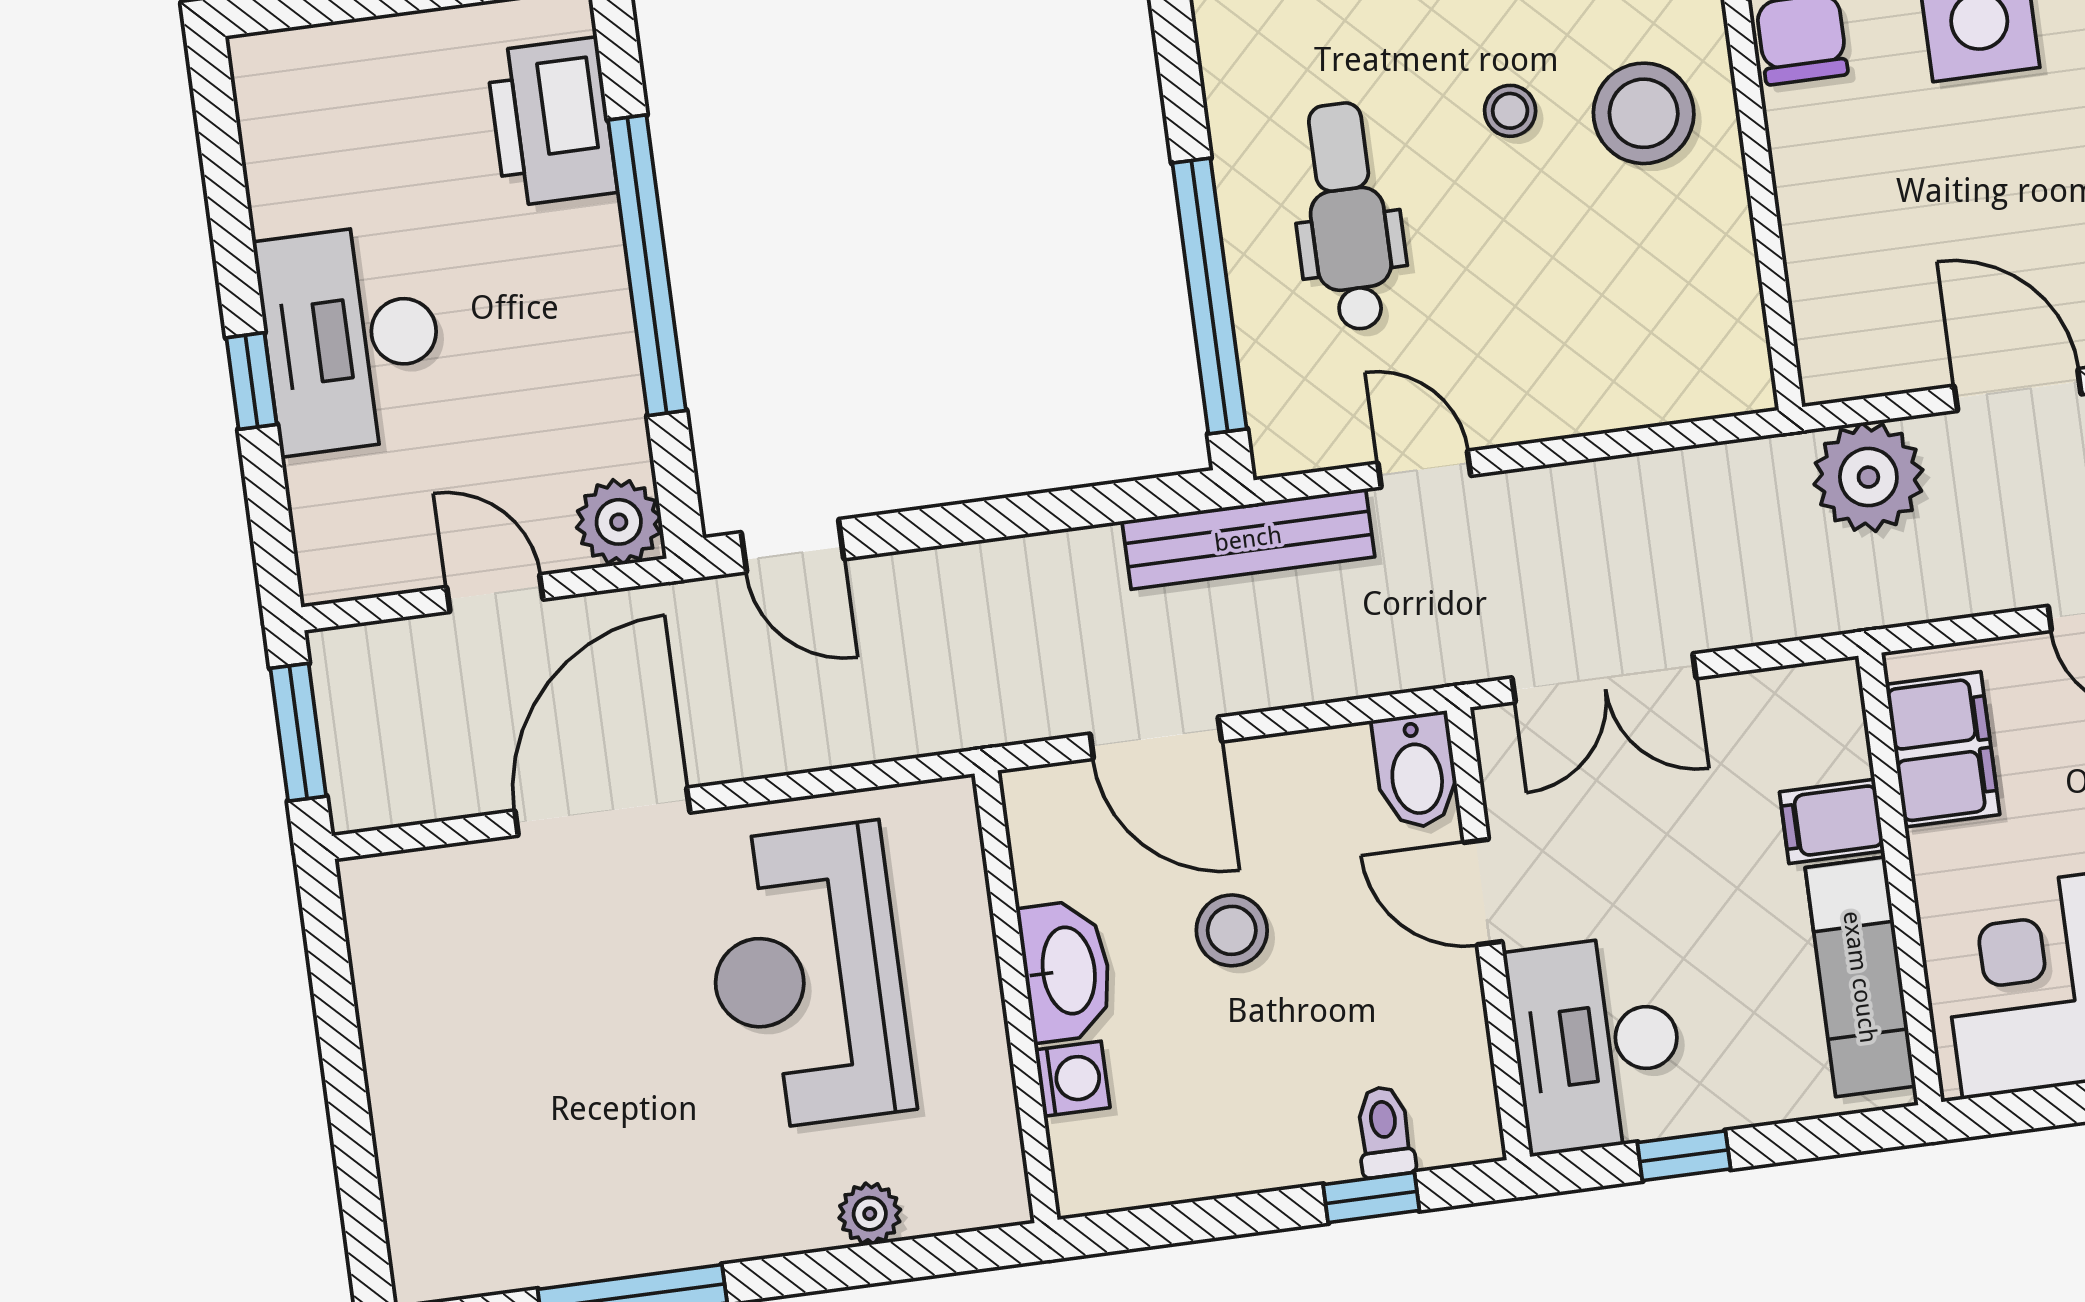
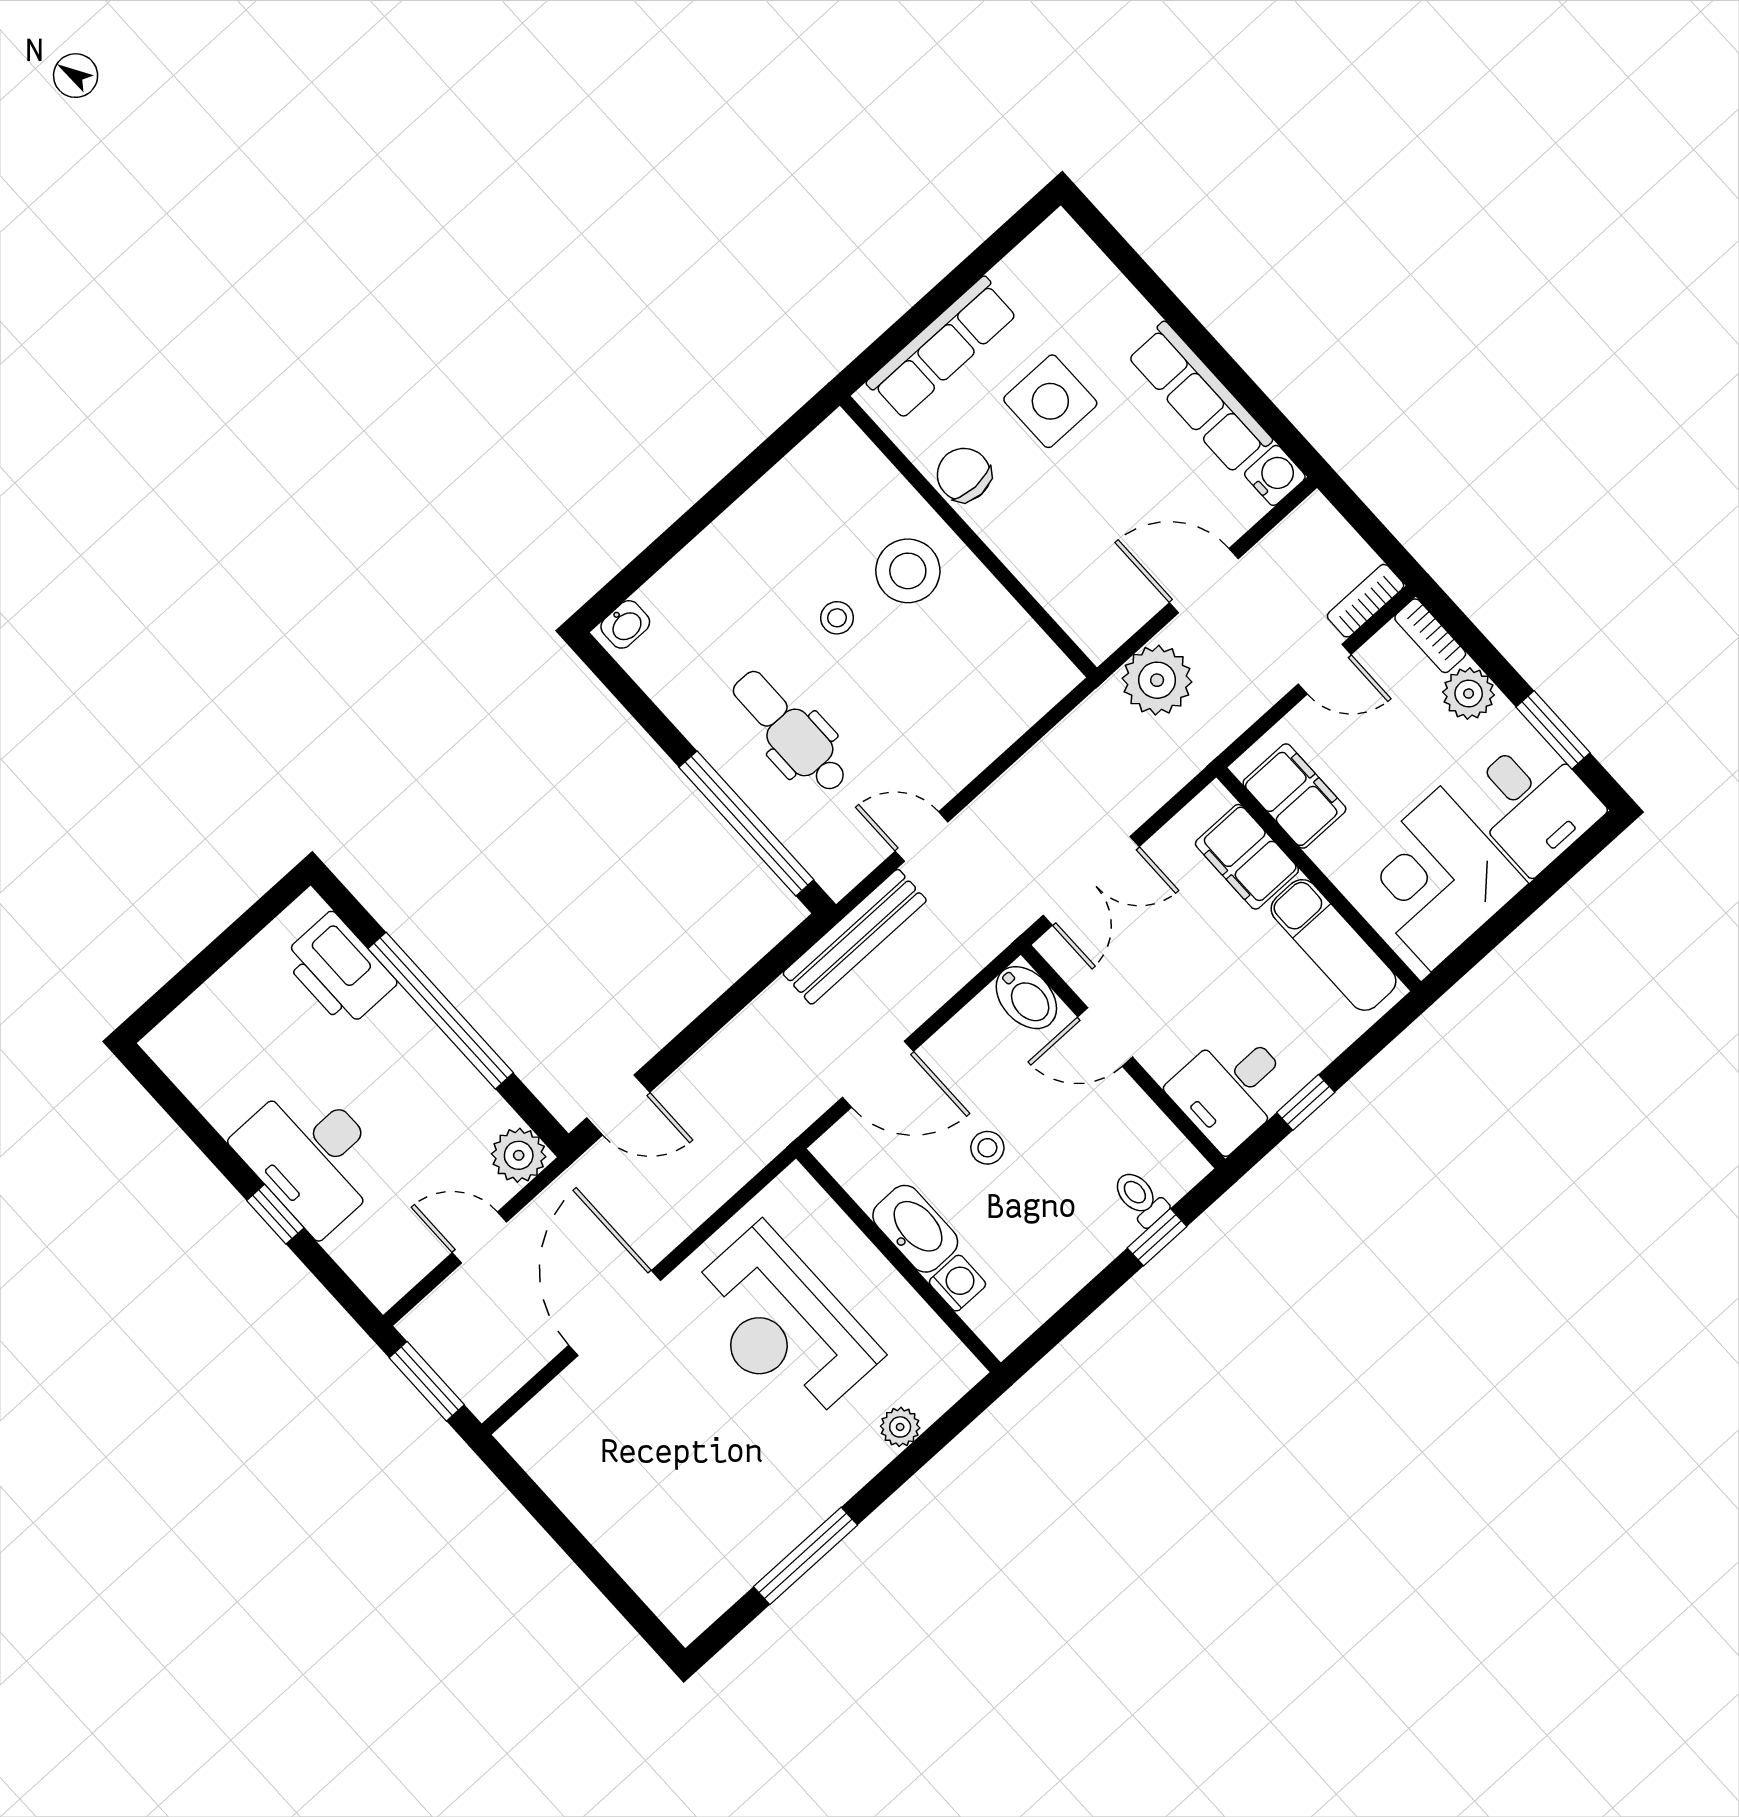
filing cabinet: (1832, 821) -> (1247, 857), width x2.00
stool: (1232, 930) -> (987, 1148), width x0.73, depth x0.73
desk: (1596, 1044) -> (1231, 1089), width x0.73

